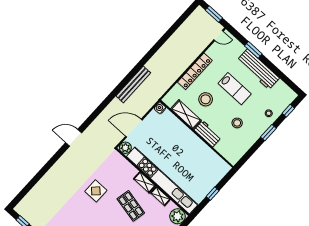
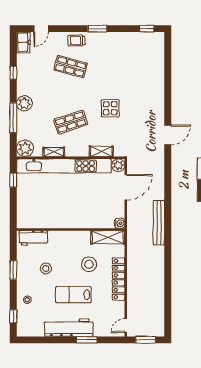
shelving: (186, 115) -> (108, 237), moved
window: (268, 133) -> (13, 270), moved
workbench: (208, 134) -> (33, 238), moved
shelving: (144, 182) -> (101, 151), moved
window: (213, 194) -> (13, 180), moved
shop shelf: (131, 206) -> (71, 122), turned -30

